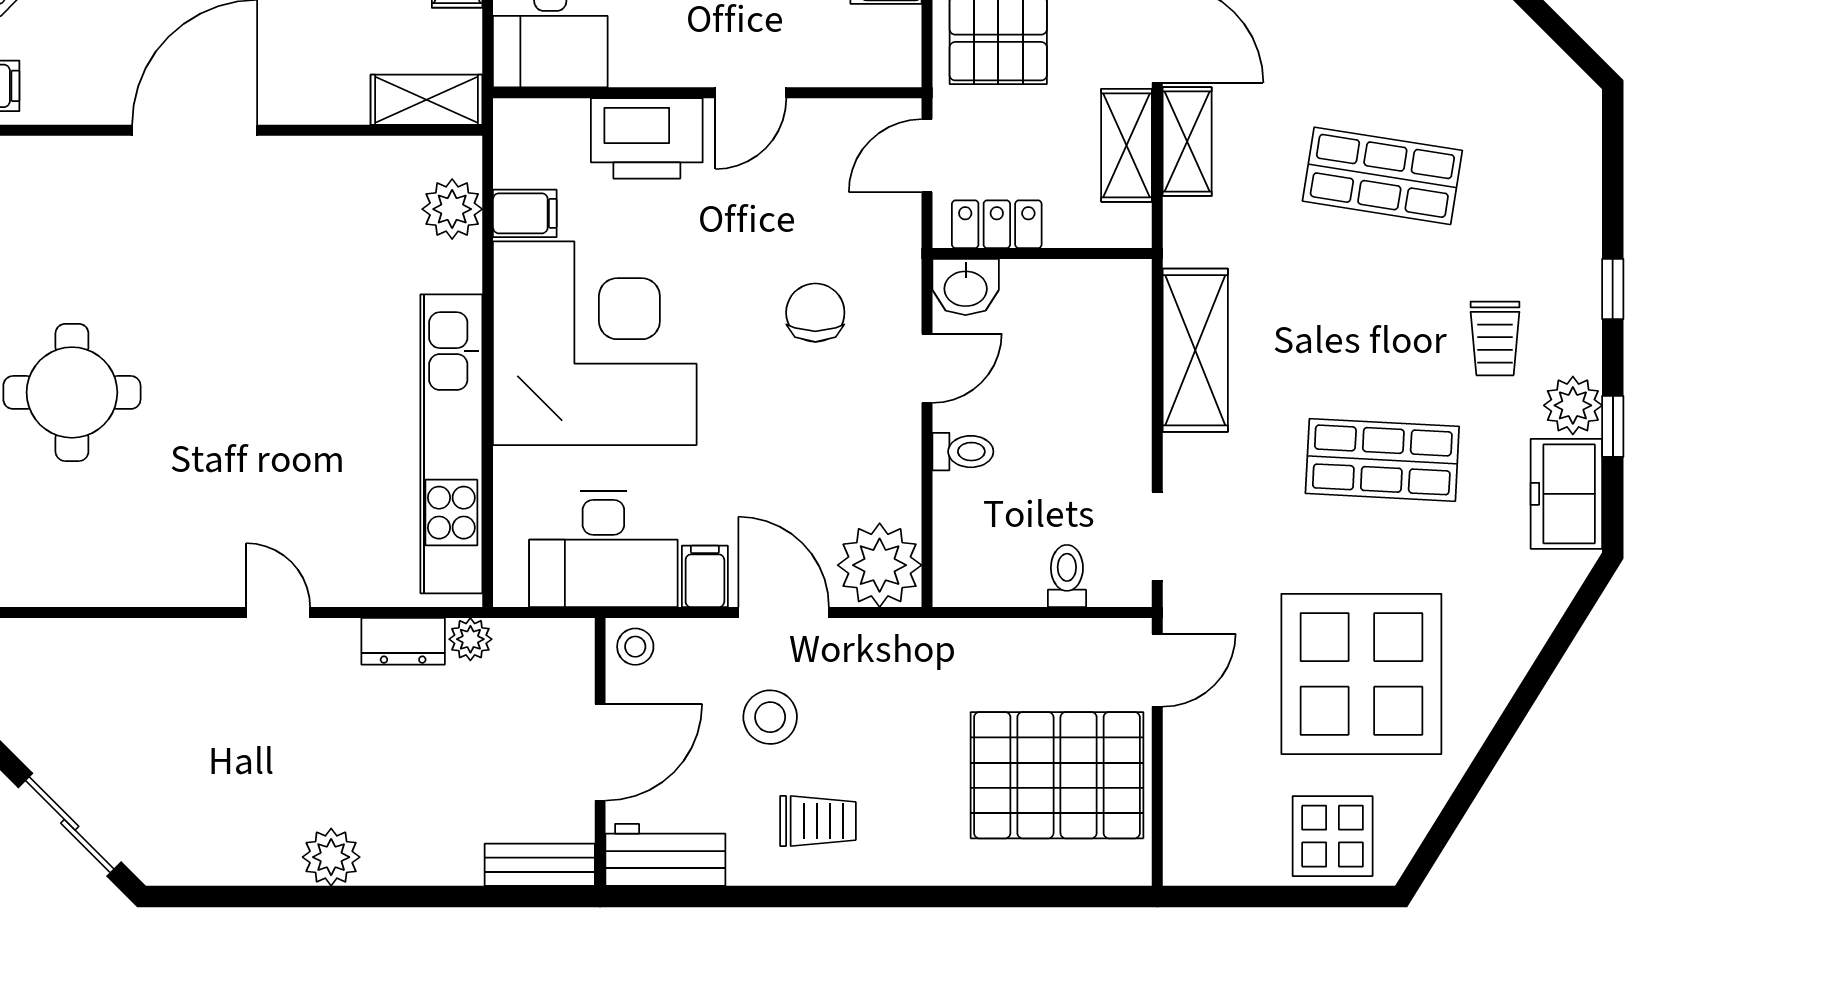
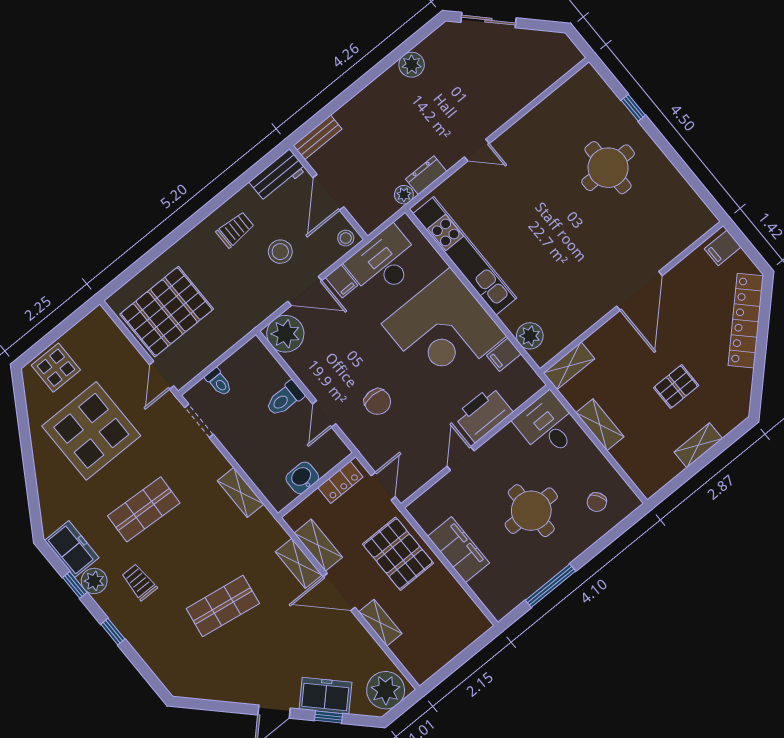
washbasin: (966, 287) -> (302, 478), moved
shelving: (1195, 350) -> (241, 492), width x0.67, depth x0.75
toilet: (963, 452) -> (285, 399), width x1.37, depth x1.39
trolley: (818, 821) -> (235, 230), turned 180
plant: (331, 857) -> (412, 65), moved

